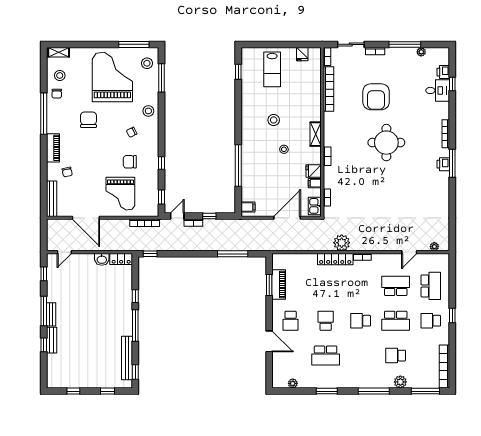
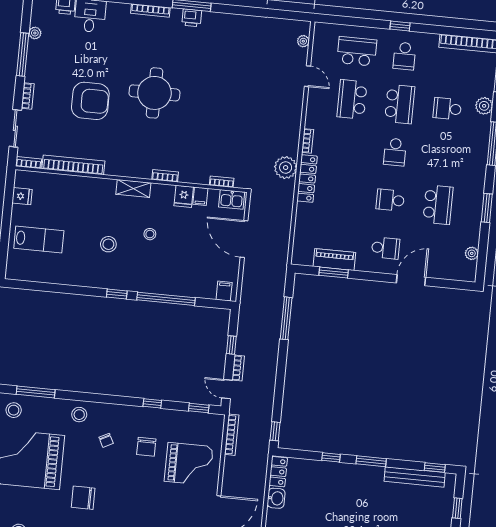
window: (238, 72) -> (117, 294), moved
window: (135, 325) -> (371, 461), width x0.69
school desk: (396, 356) -> (447, 109), turned 90

